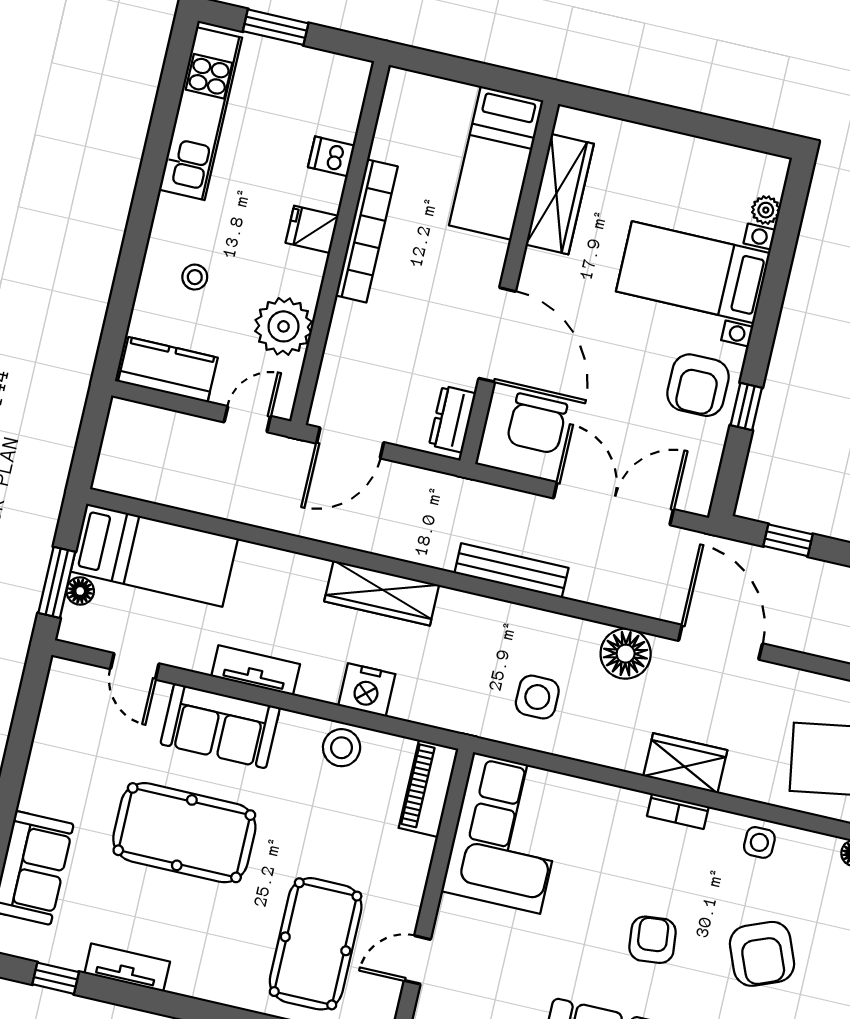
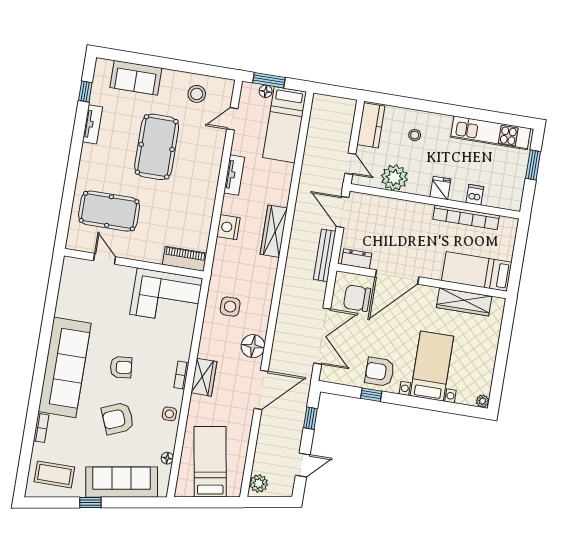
plant: (766, 210) -> (483, 401), moved
bookcase: (367, 231) -> (466, 217), moved
bench: (511, 571) -> (325, 255), moved
sofa: (220, 726) -> (207, 160), removed
stool: (342, 748) -> (197, 94), moved

